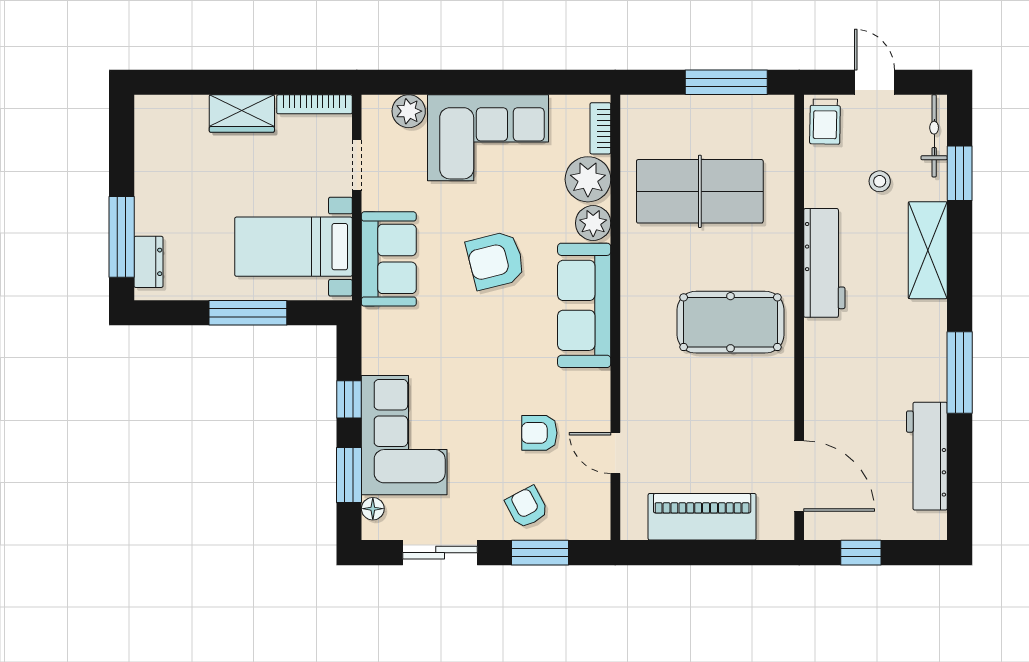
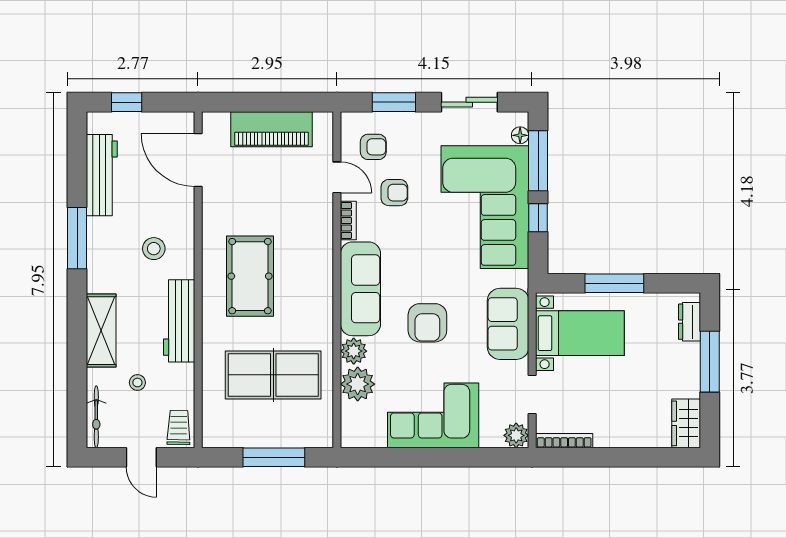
window: (726, 82) -> (274, 457), moved
plant: (409, 111) -> (516, 435), moved
wardrobe: (242, 114) -> (686, 423), moved, turned -90
bookcase: (600, 128) -> (348, 220), moved
window: (960, 173) -> (77, 389), removed
window: (122, 237) -> (710, 362), moved
armchair: (496, 260) -> (427, 323), turned 104
pool table: (731, 322) -> (250, 276), turned 90
stool: (858, 359) -> (154, 249), added
corner sofa: (404, 435) -> (485, 207), width x1.36, depth x1.36
window: (349, 475) -> (538, 161), width x1.44
armchair: (527, 507) -> (373, 147), moved, turned -62
window: (861, 553) -> (127, 102), moved

